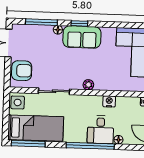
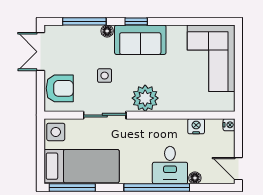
side table: (55, 62) -> (105, 76), added
plant: (88, 85) -> (145, 98), width x1.87, depth x1.87
nightstand: (109, 101) -> (196, 126), moved

